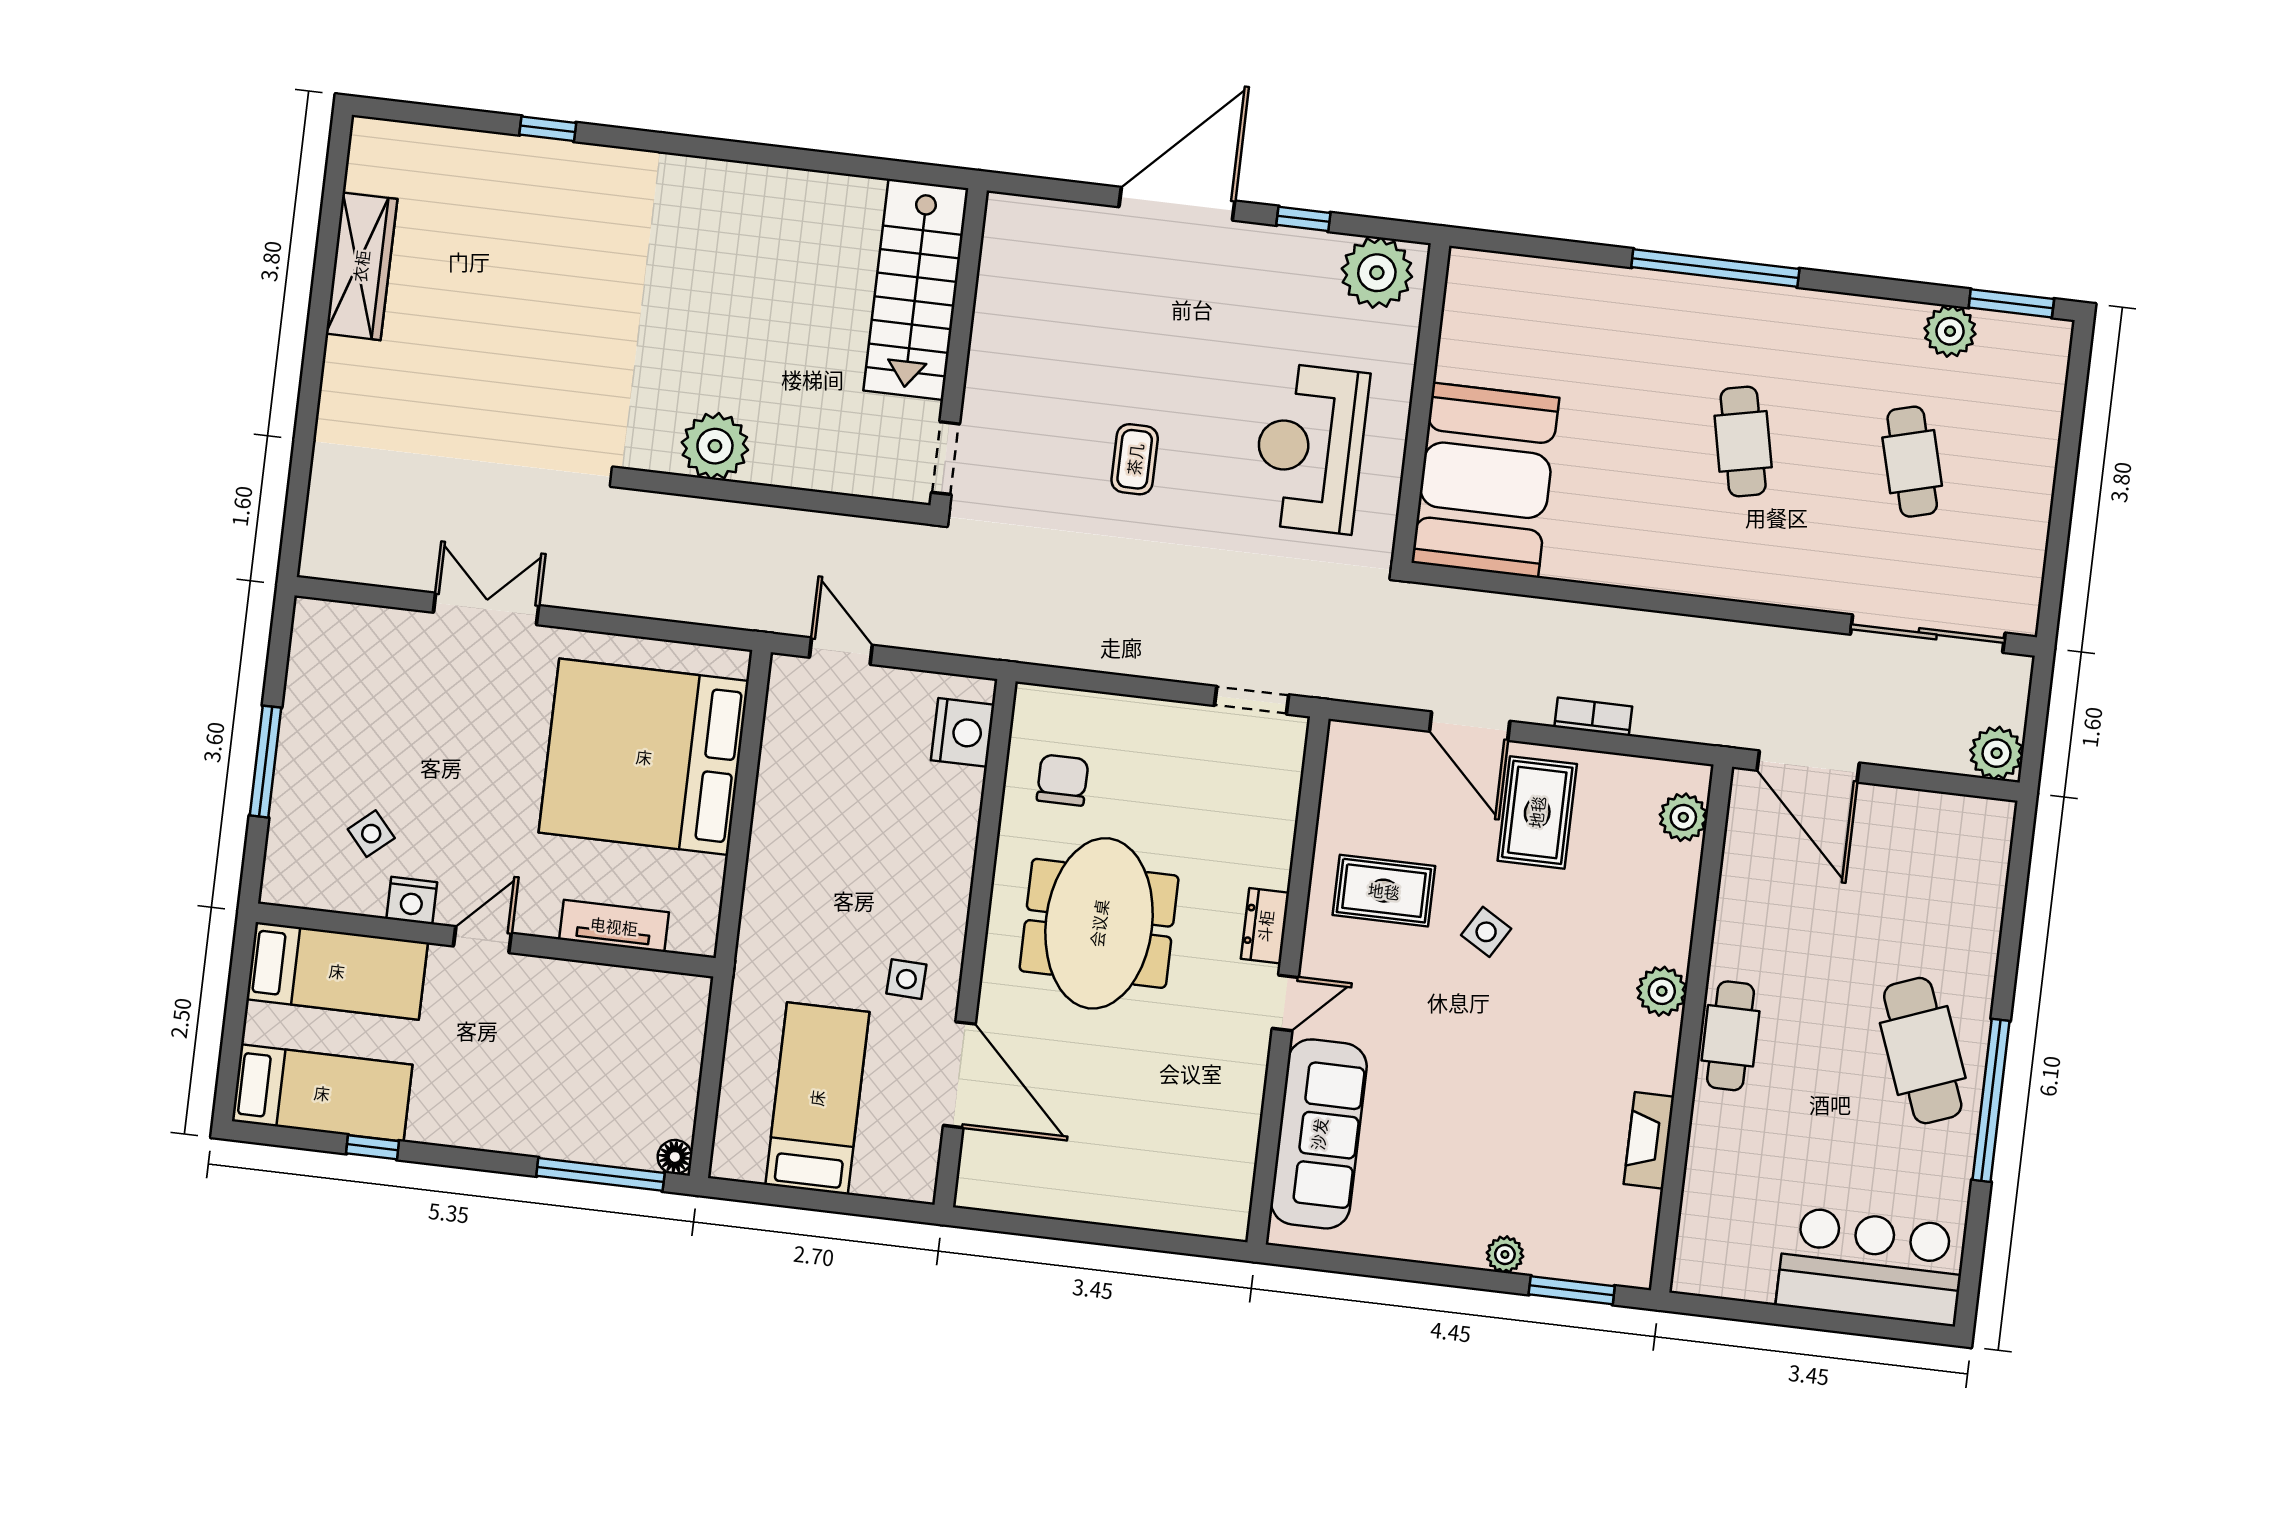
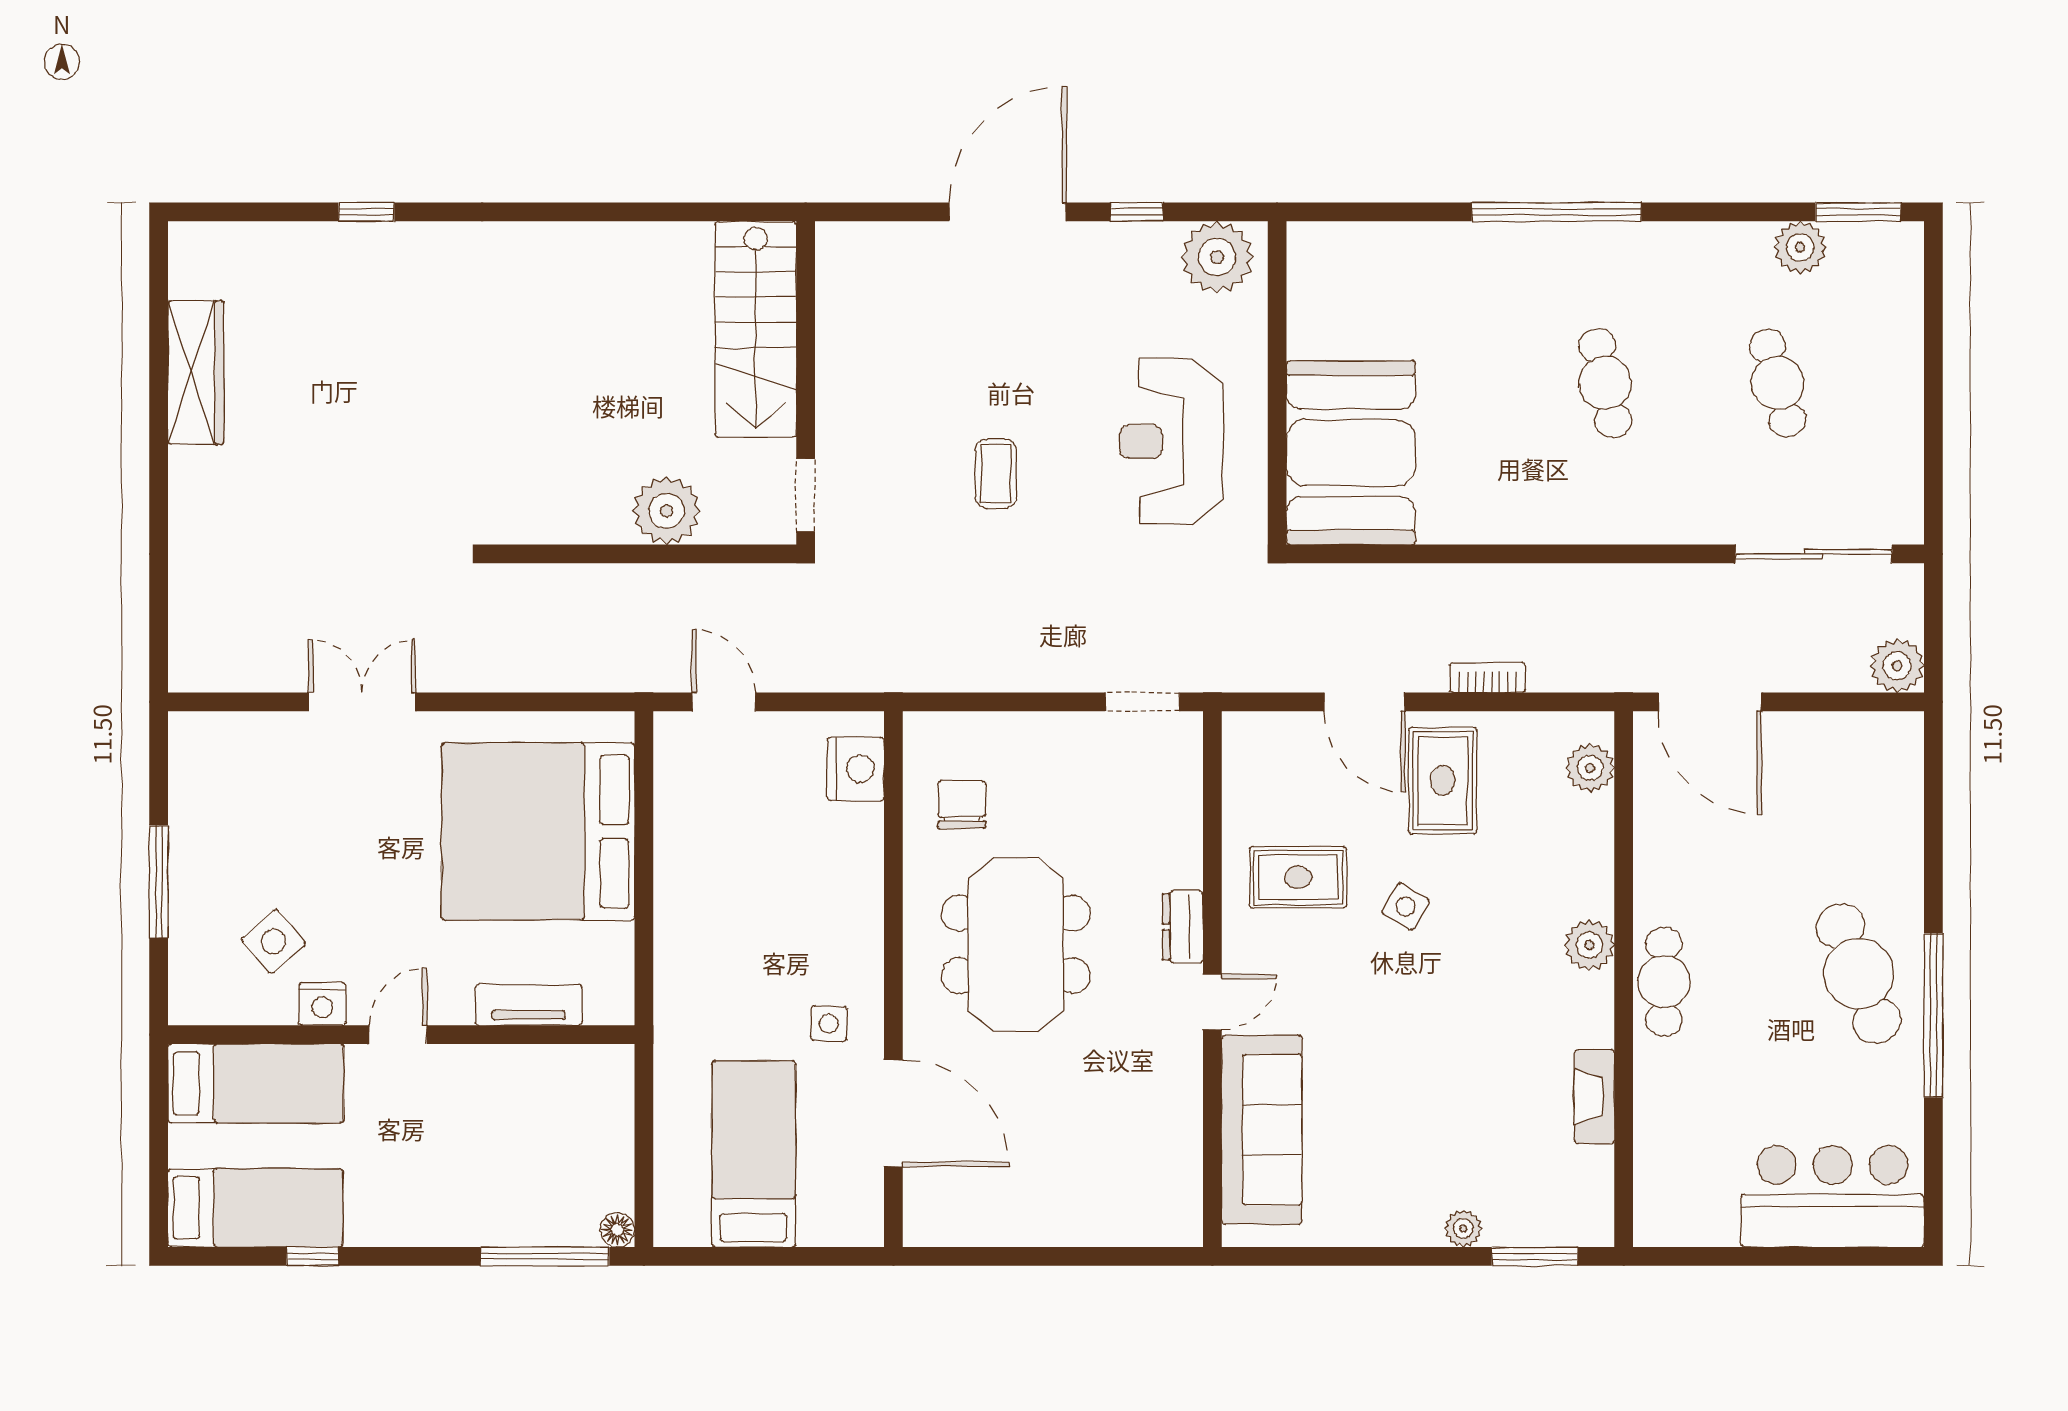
plant: (715, 446) -> (666, 511), moved
side table: (371, 834) -> (274, 941), width x1.37, depth x1.37

